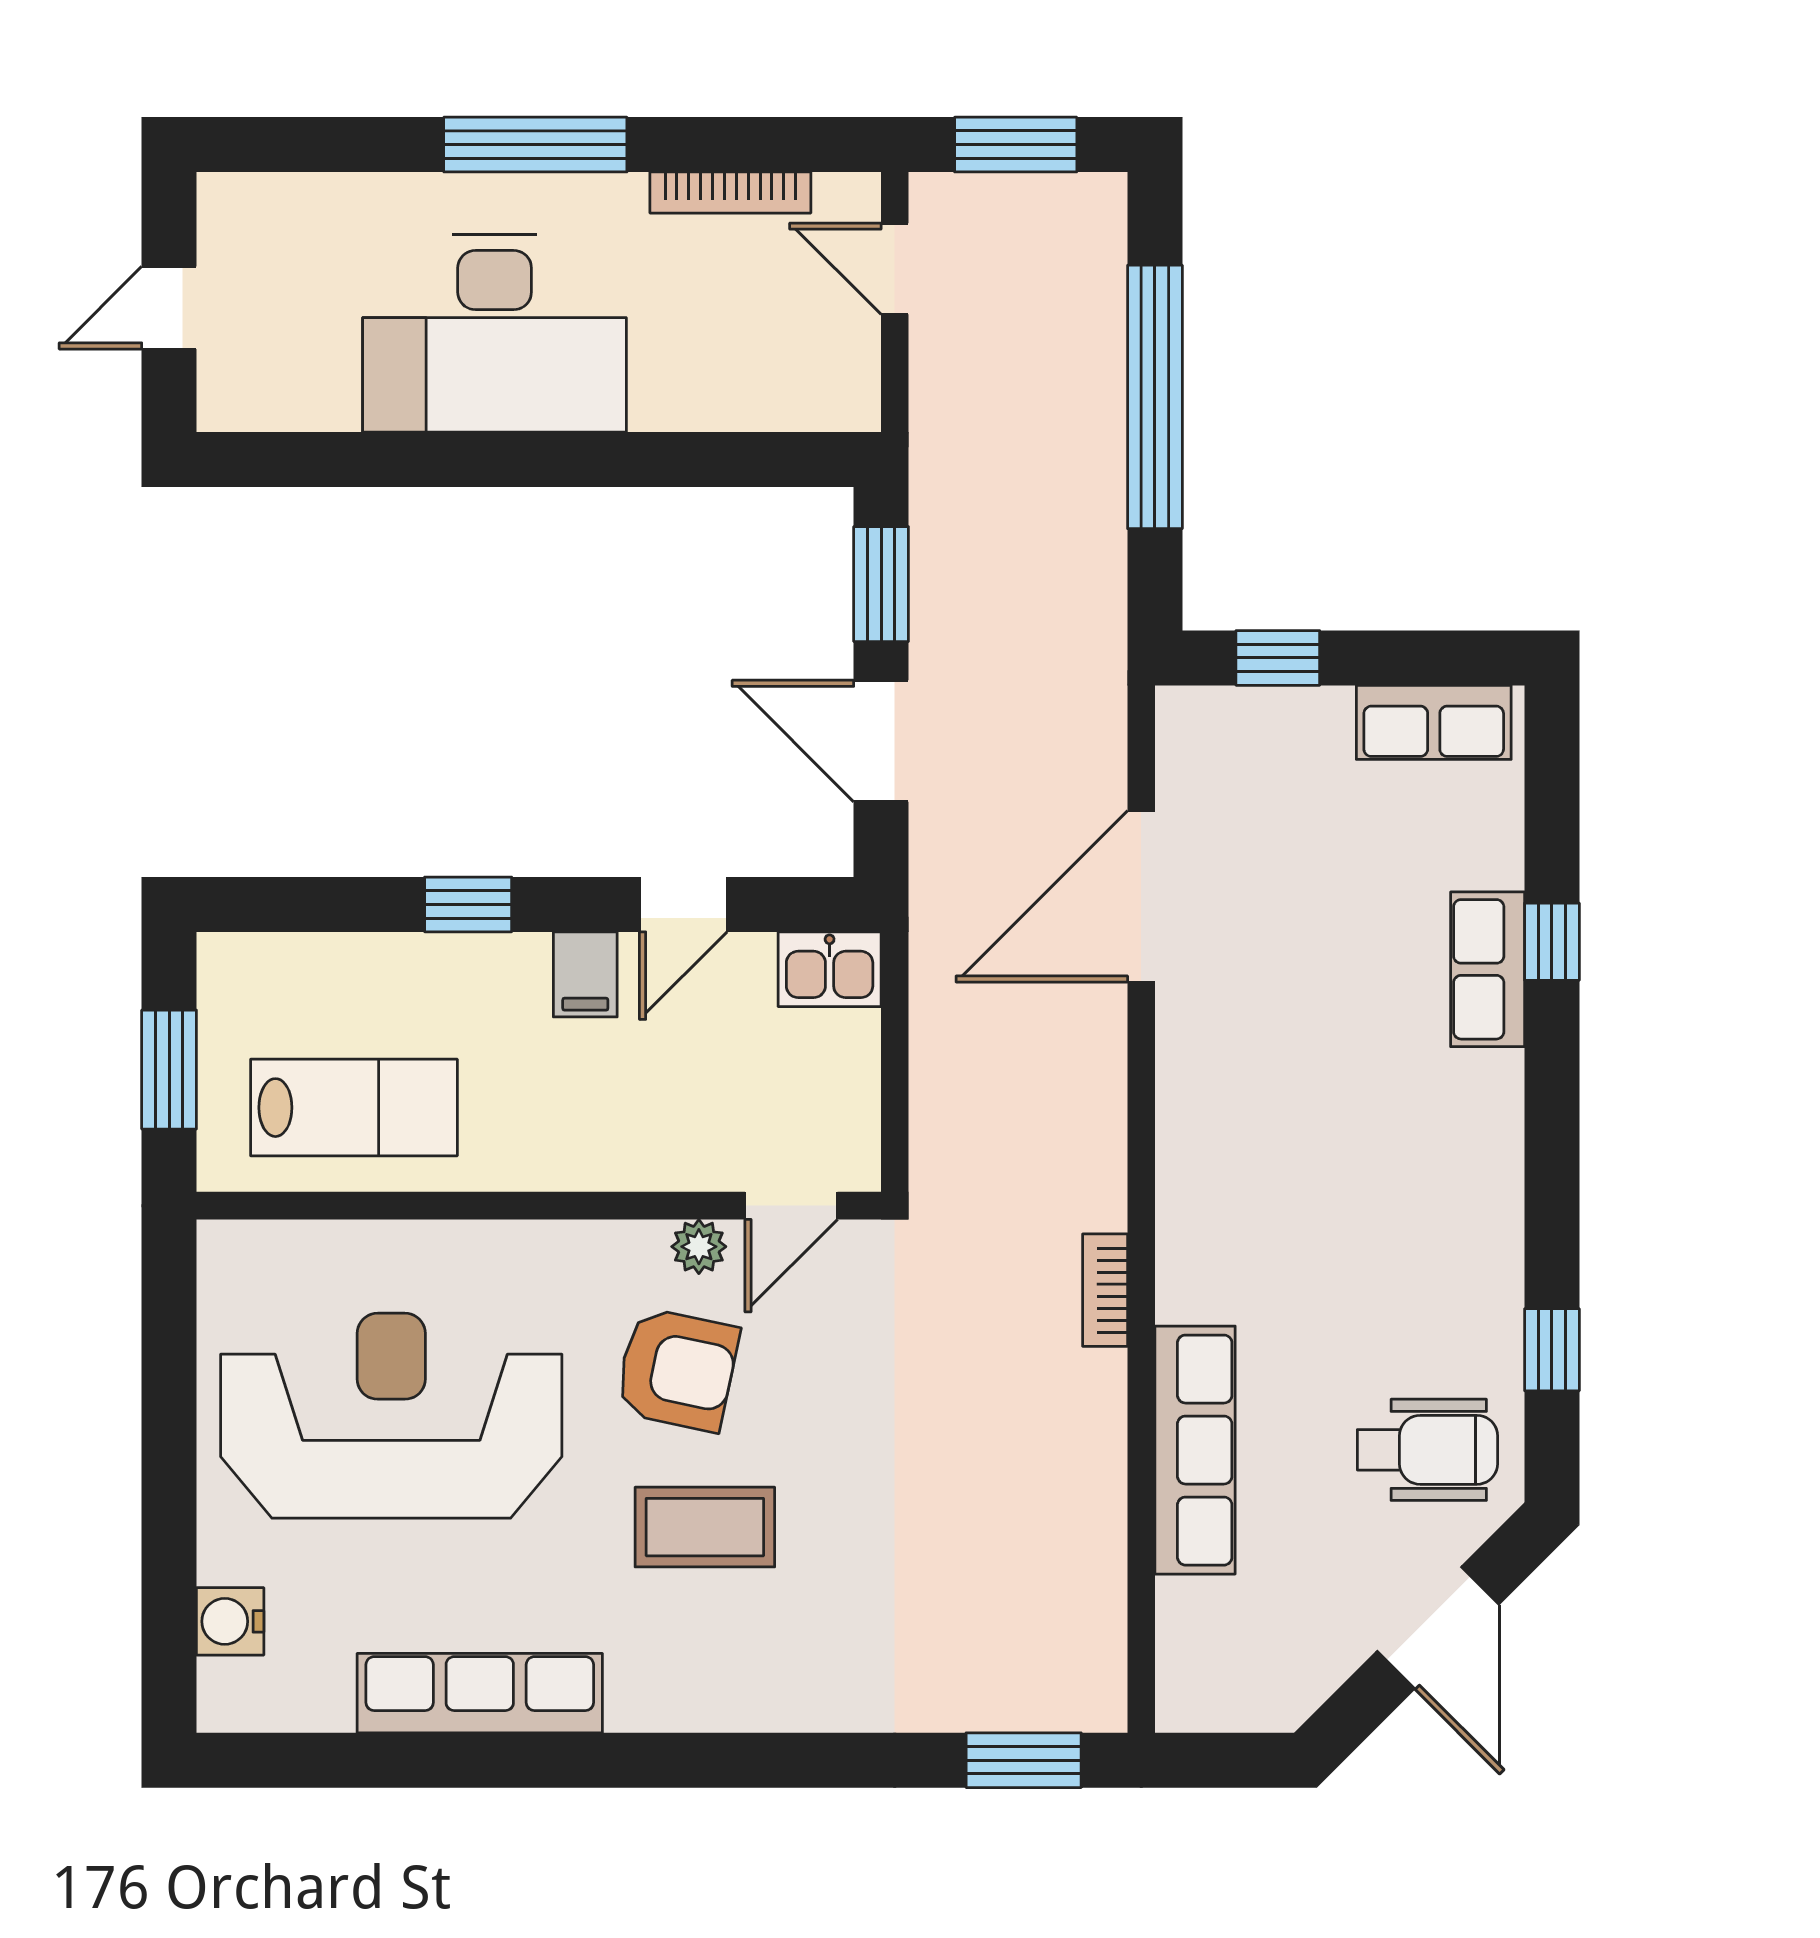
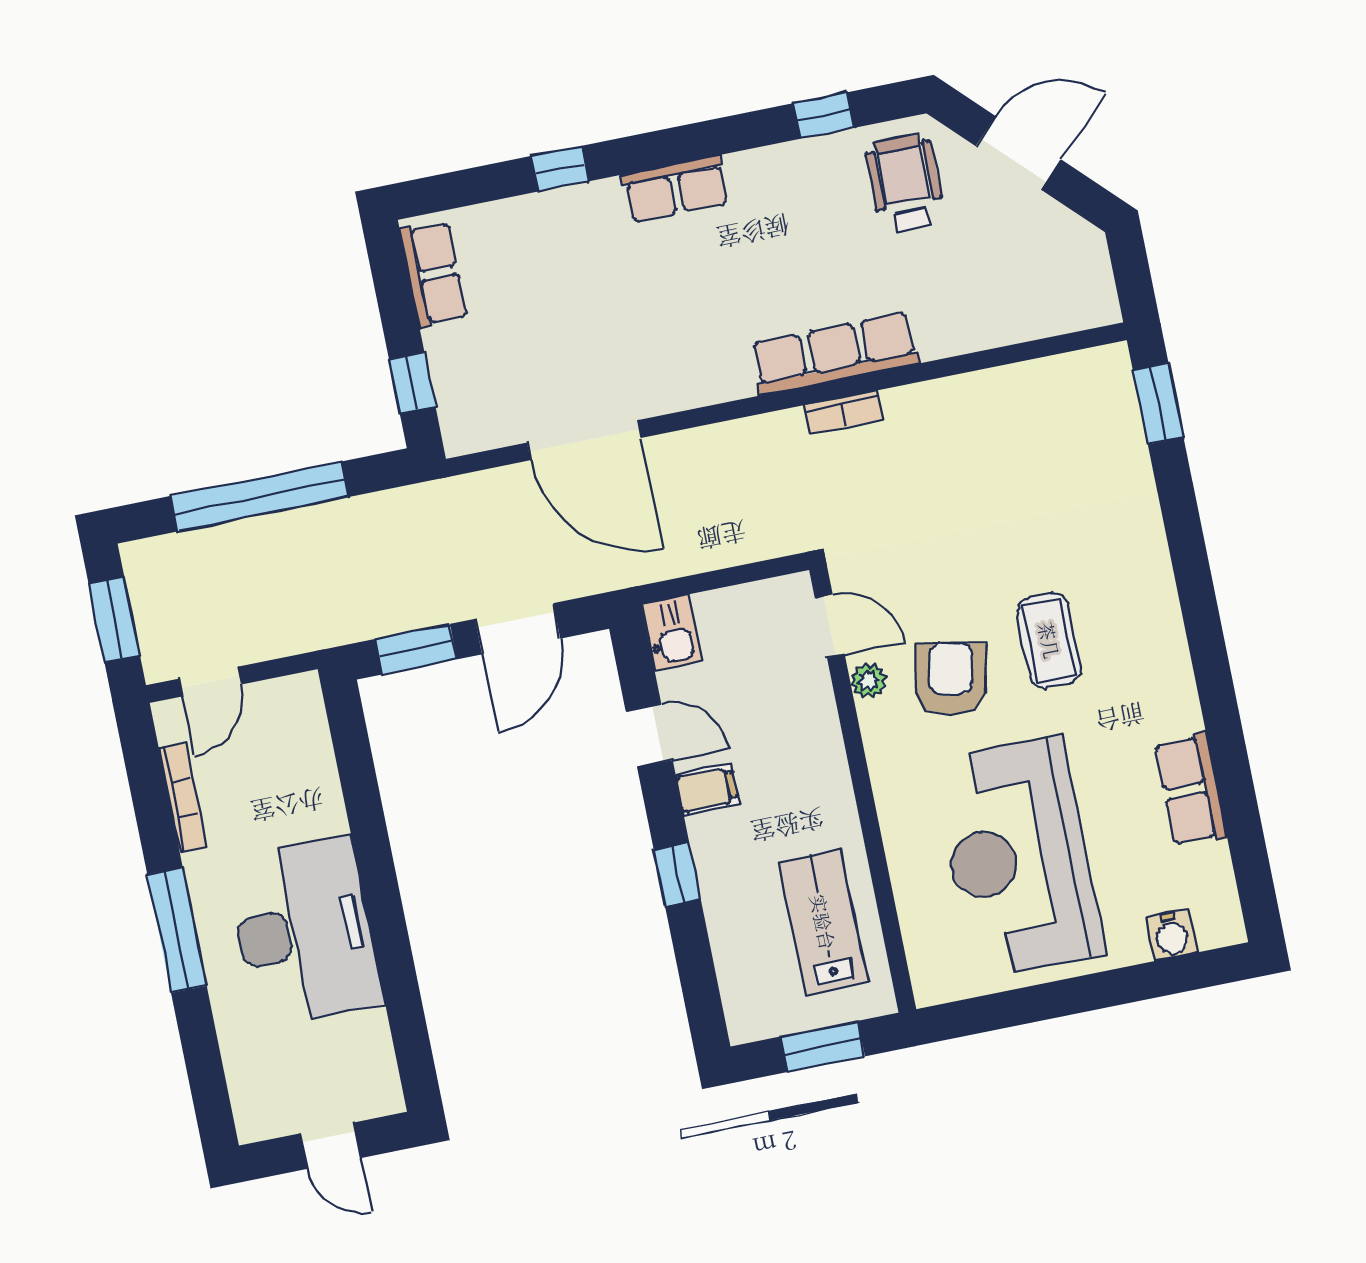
row of seats: (1488, 969) -> (676, 189), moved
row of seats: (1195, 1450) -> (835, 354), moved
row of seats: (480, 1693) -> (1191, 790), width x0.68

